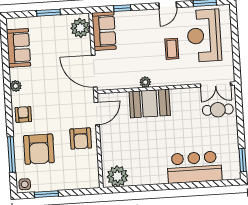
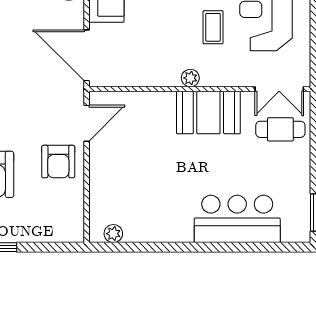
plant: (145, 82) -> (190, 78), moved
booth: (150, 103) -> (208, 113), moved
plant: (118, 176) -> (113, 234), width x0.53, depth x0.53

